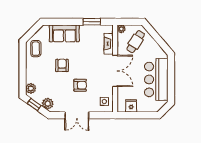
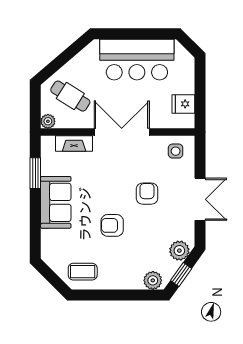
sofa: (64, 33) -> (56, 202), moved

